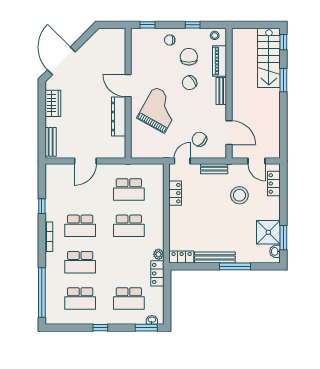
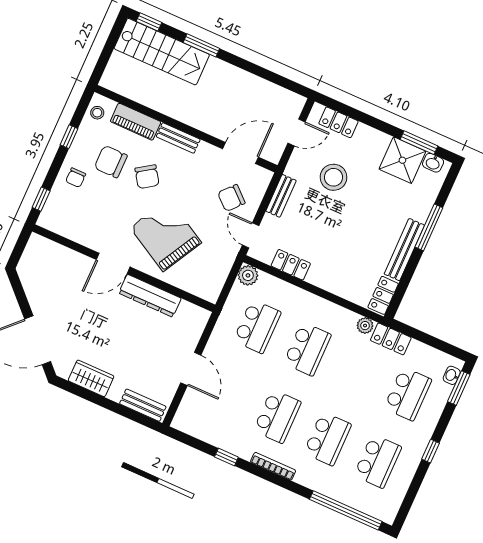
plant: (157, 170) -> (248, 275), added

